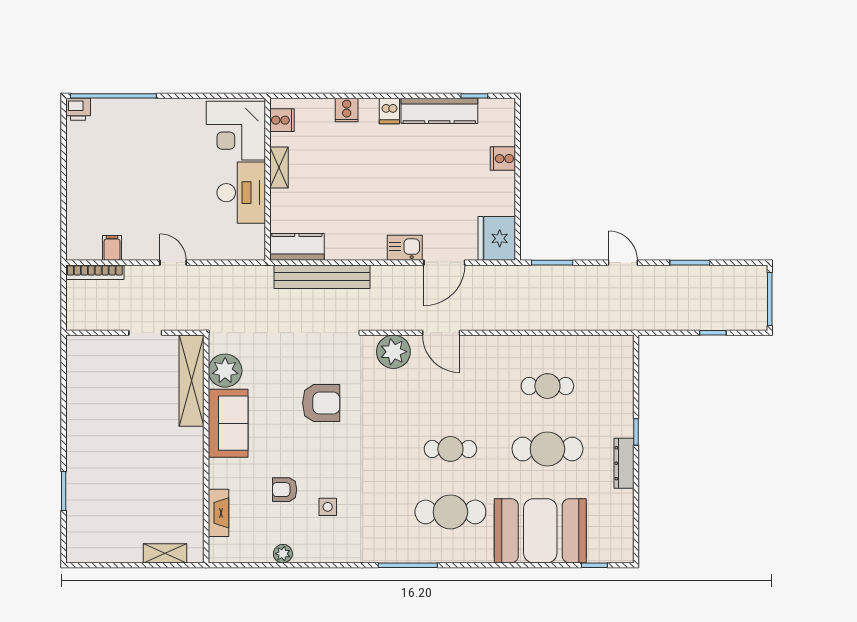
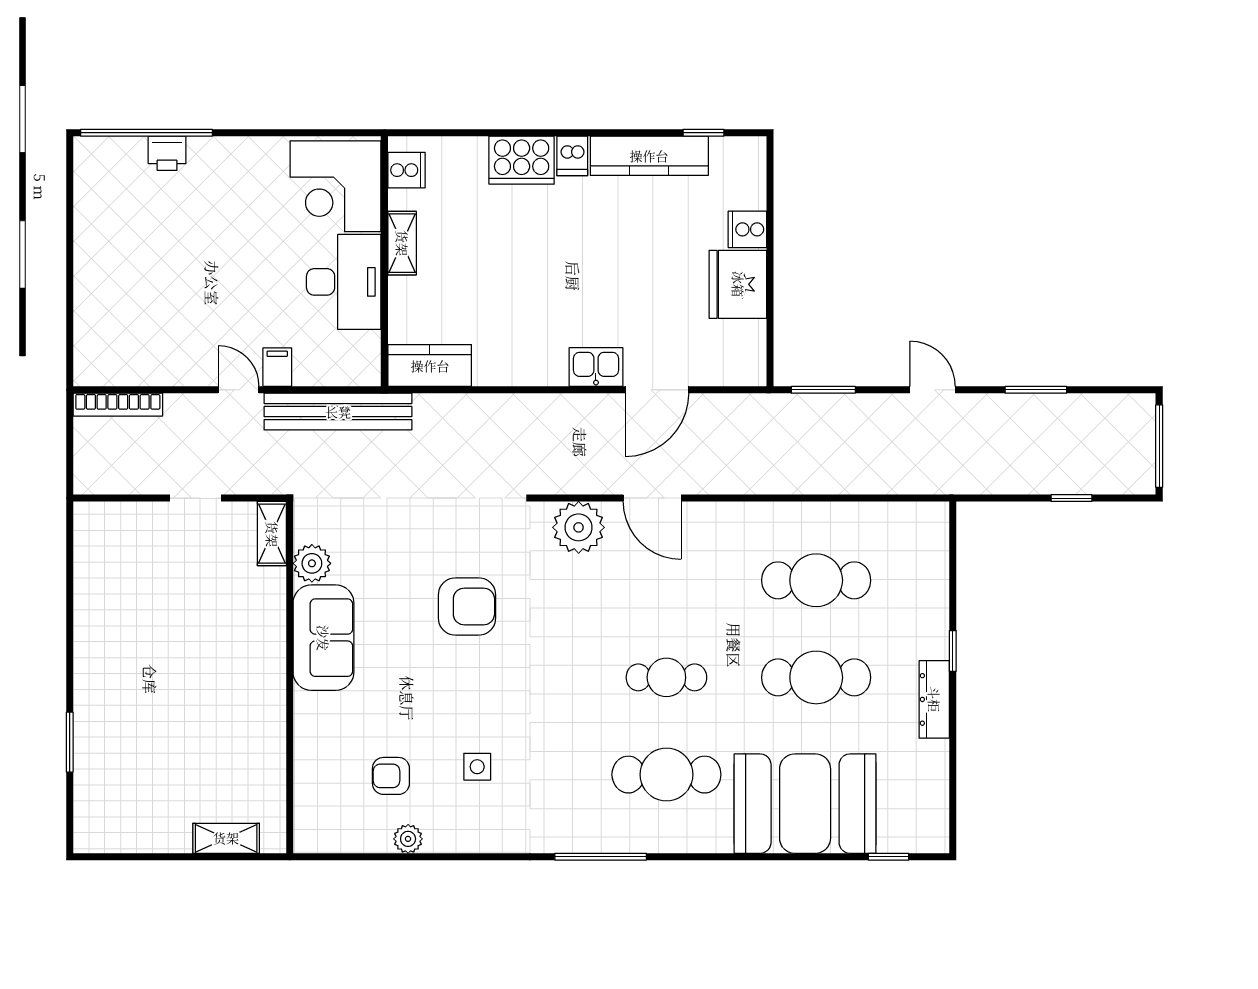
printer: (78, 109) -> (167, 153), moved
cooker: (347, 110) -> (522, 160), width x1.87, depth x1.31
fridge: (497, 238) -> (738, 284), moved
filing cabinet: (112, 248) -> (277, 367), moved
bench: (322, 277) -> (338, 412), moved
plant: (225, 371) -> (312, 563), width x0.73, depth x0.73
shelving: (191, 381) -> (272, 534), width x0.45, depth x0.75
cafe table: (547, 386) -> (816, 580), width x1.37, depth x1.35
armchair: (285, 490) -> (391, 776), moved
fireplace: (218, 513) -> (309, 776), removed

